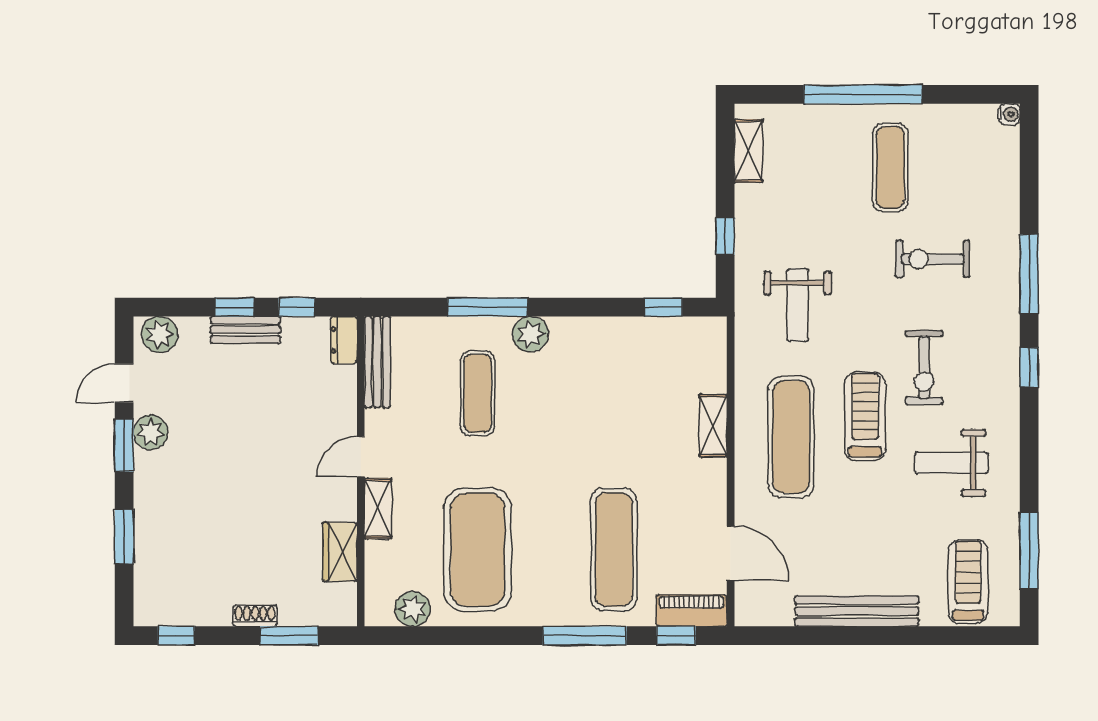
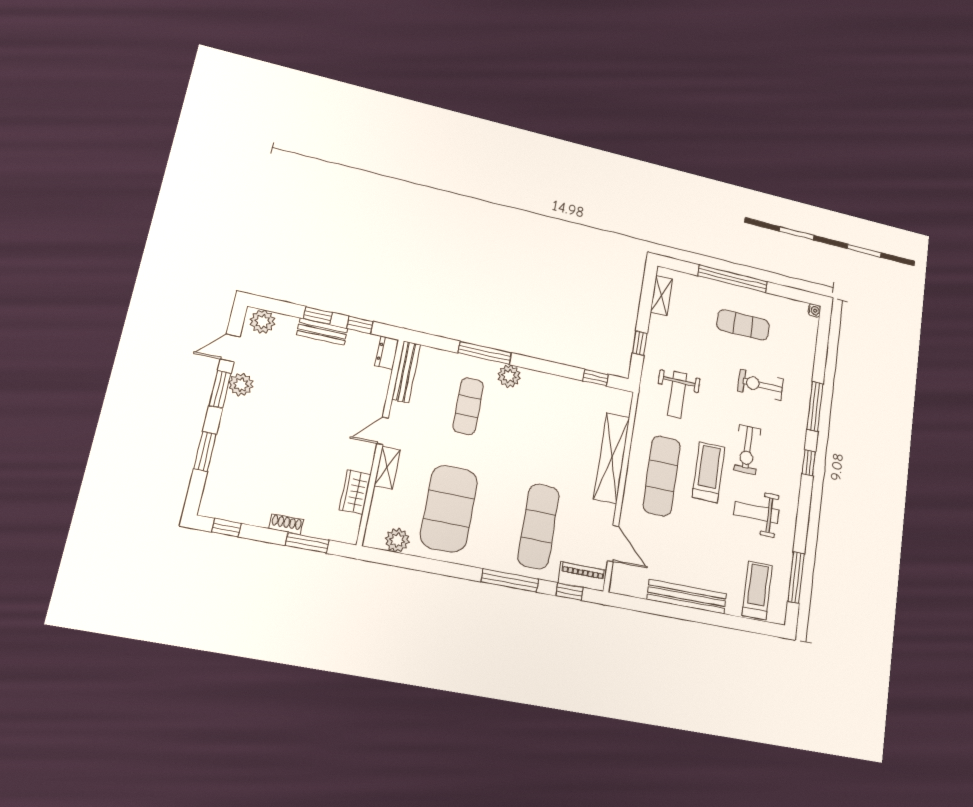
exercise mat: (890, 167) -> (743, 325), turned 90
shelving: (713, 426) -> (612, 458), width x2.20, depth x1.33

